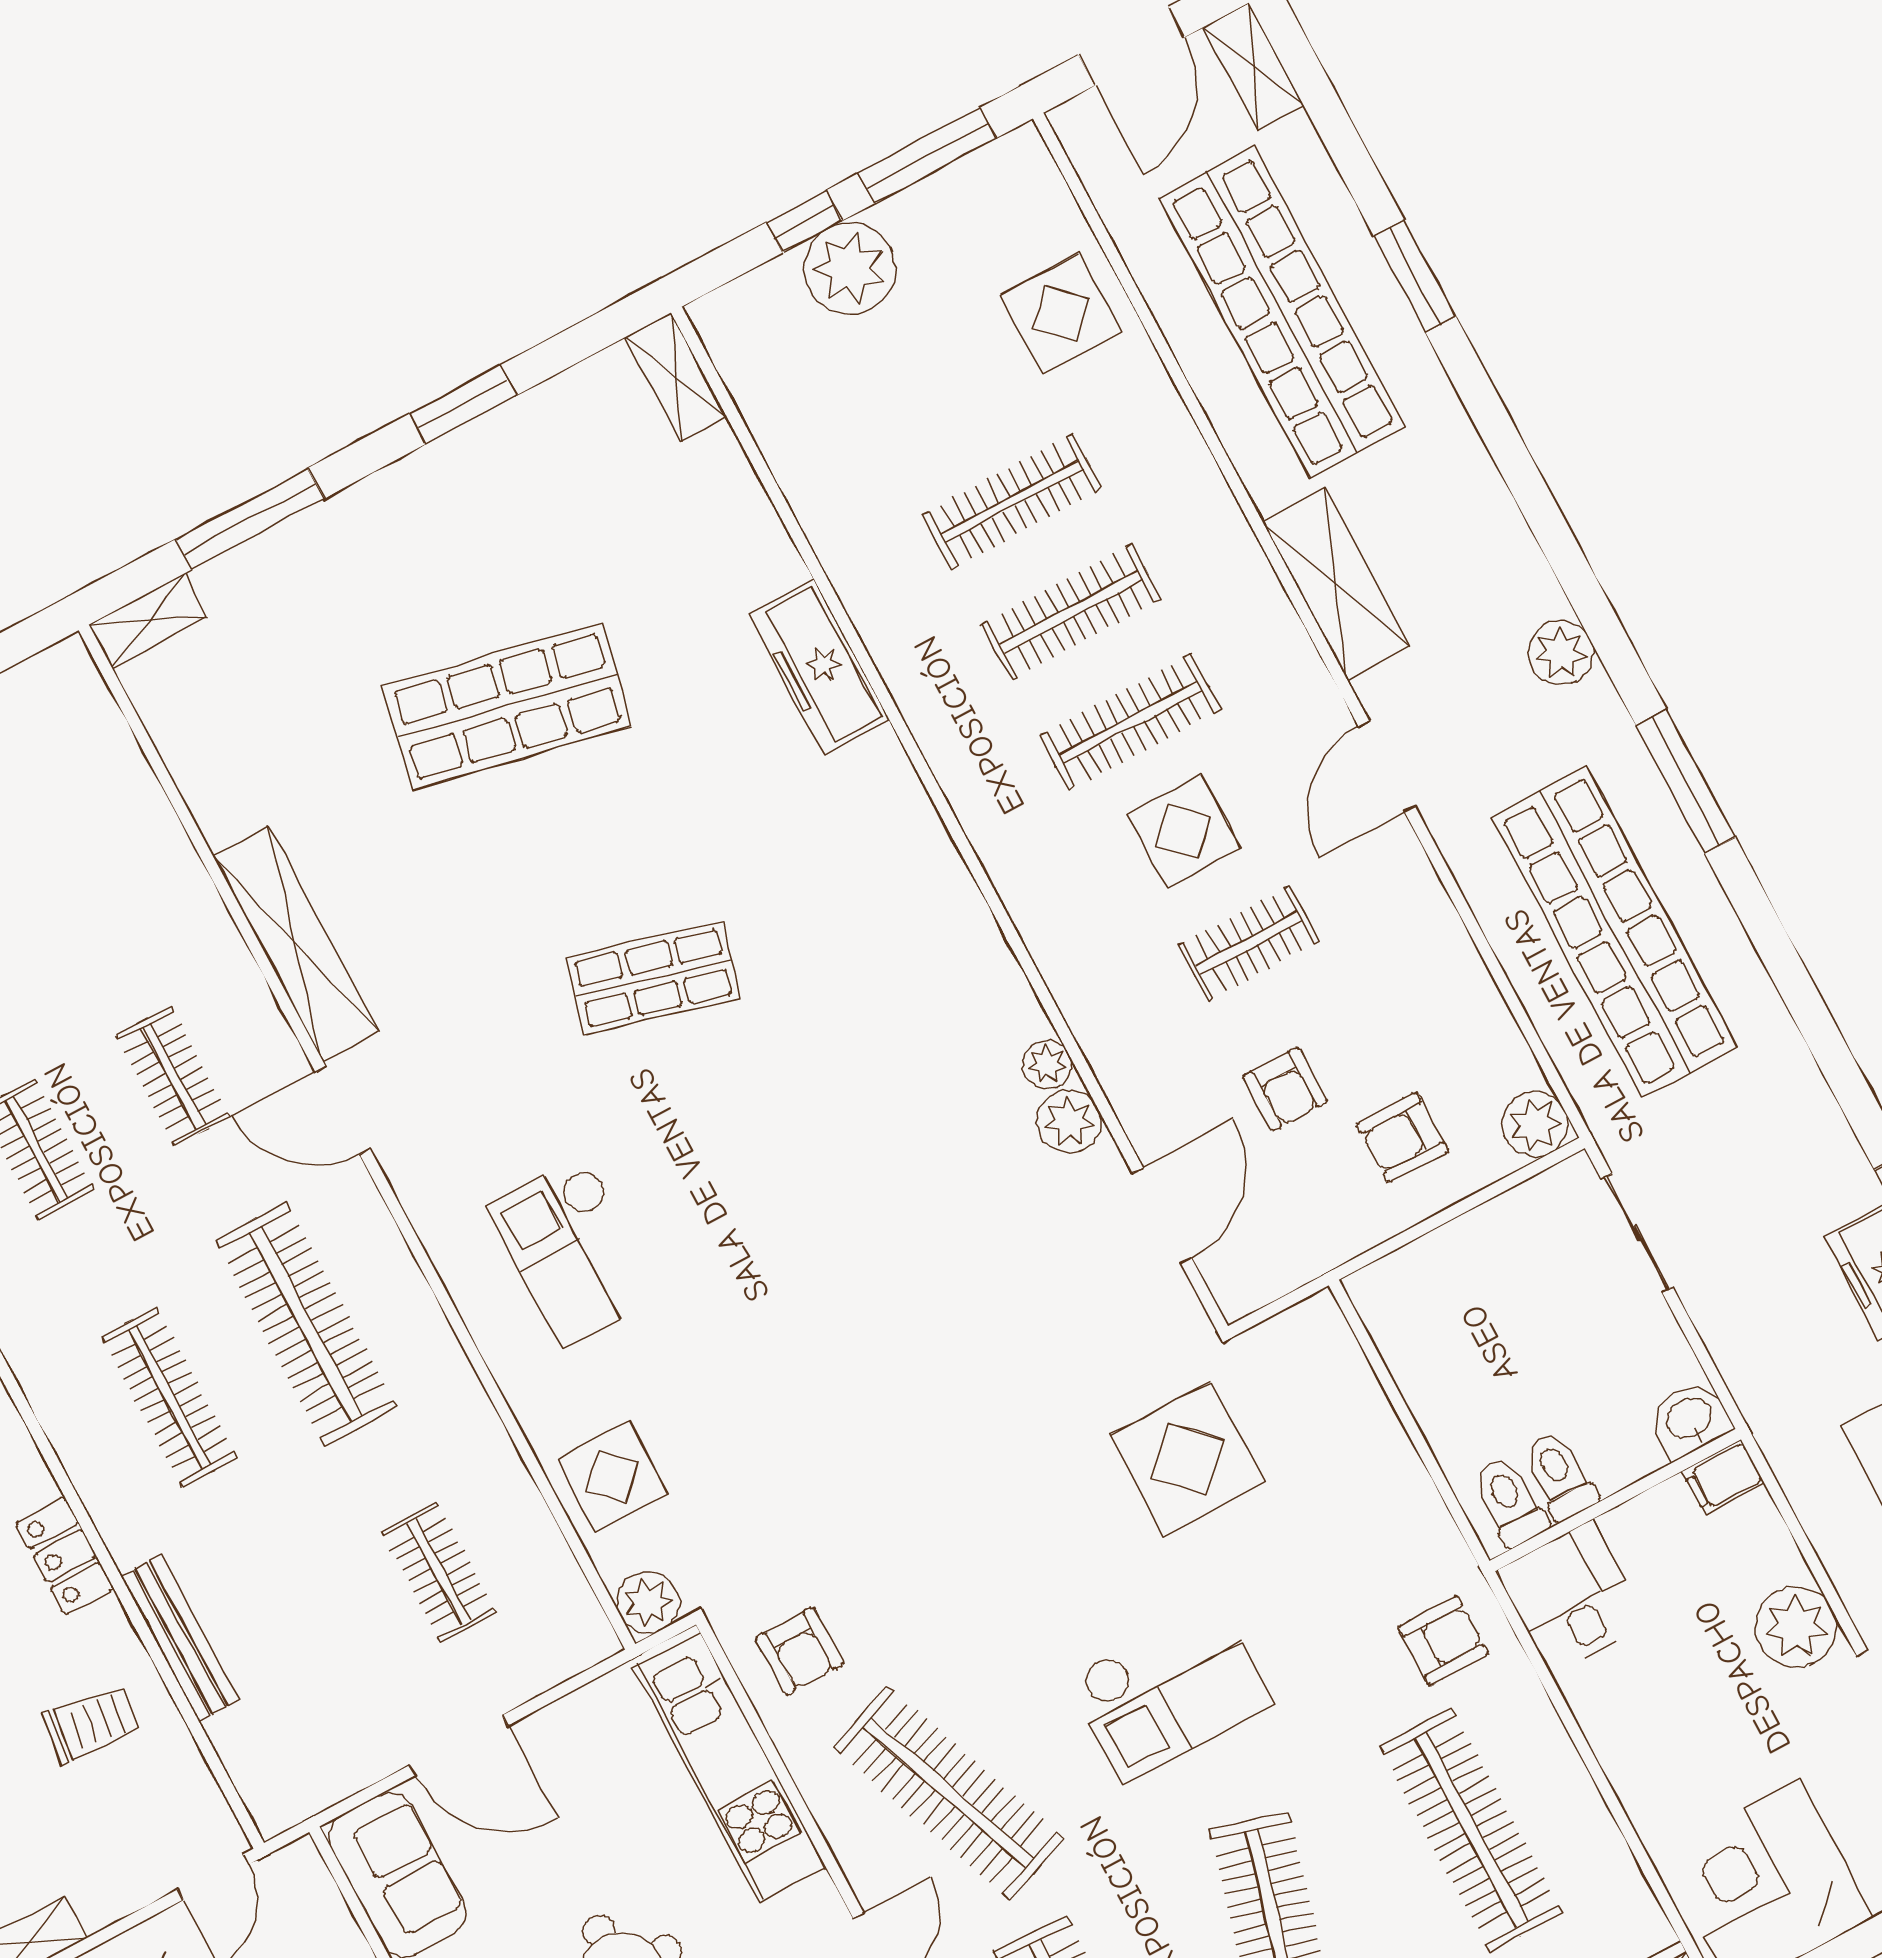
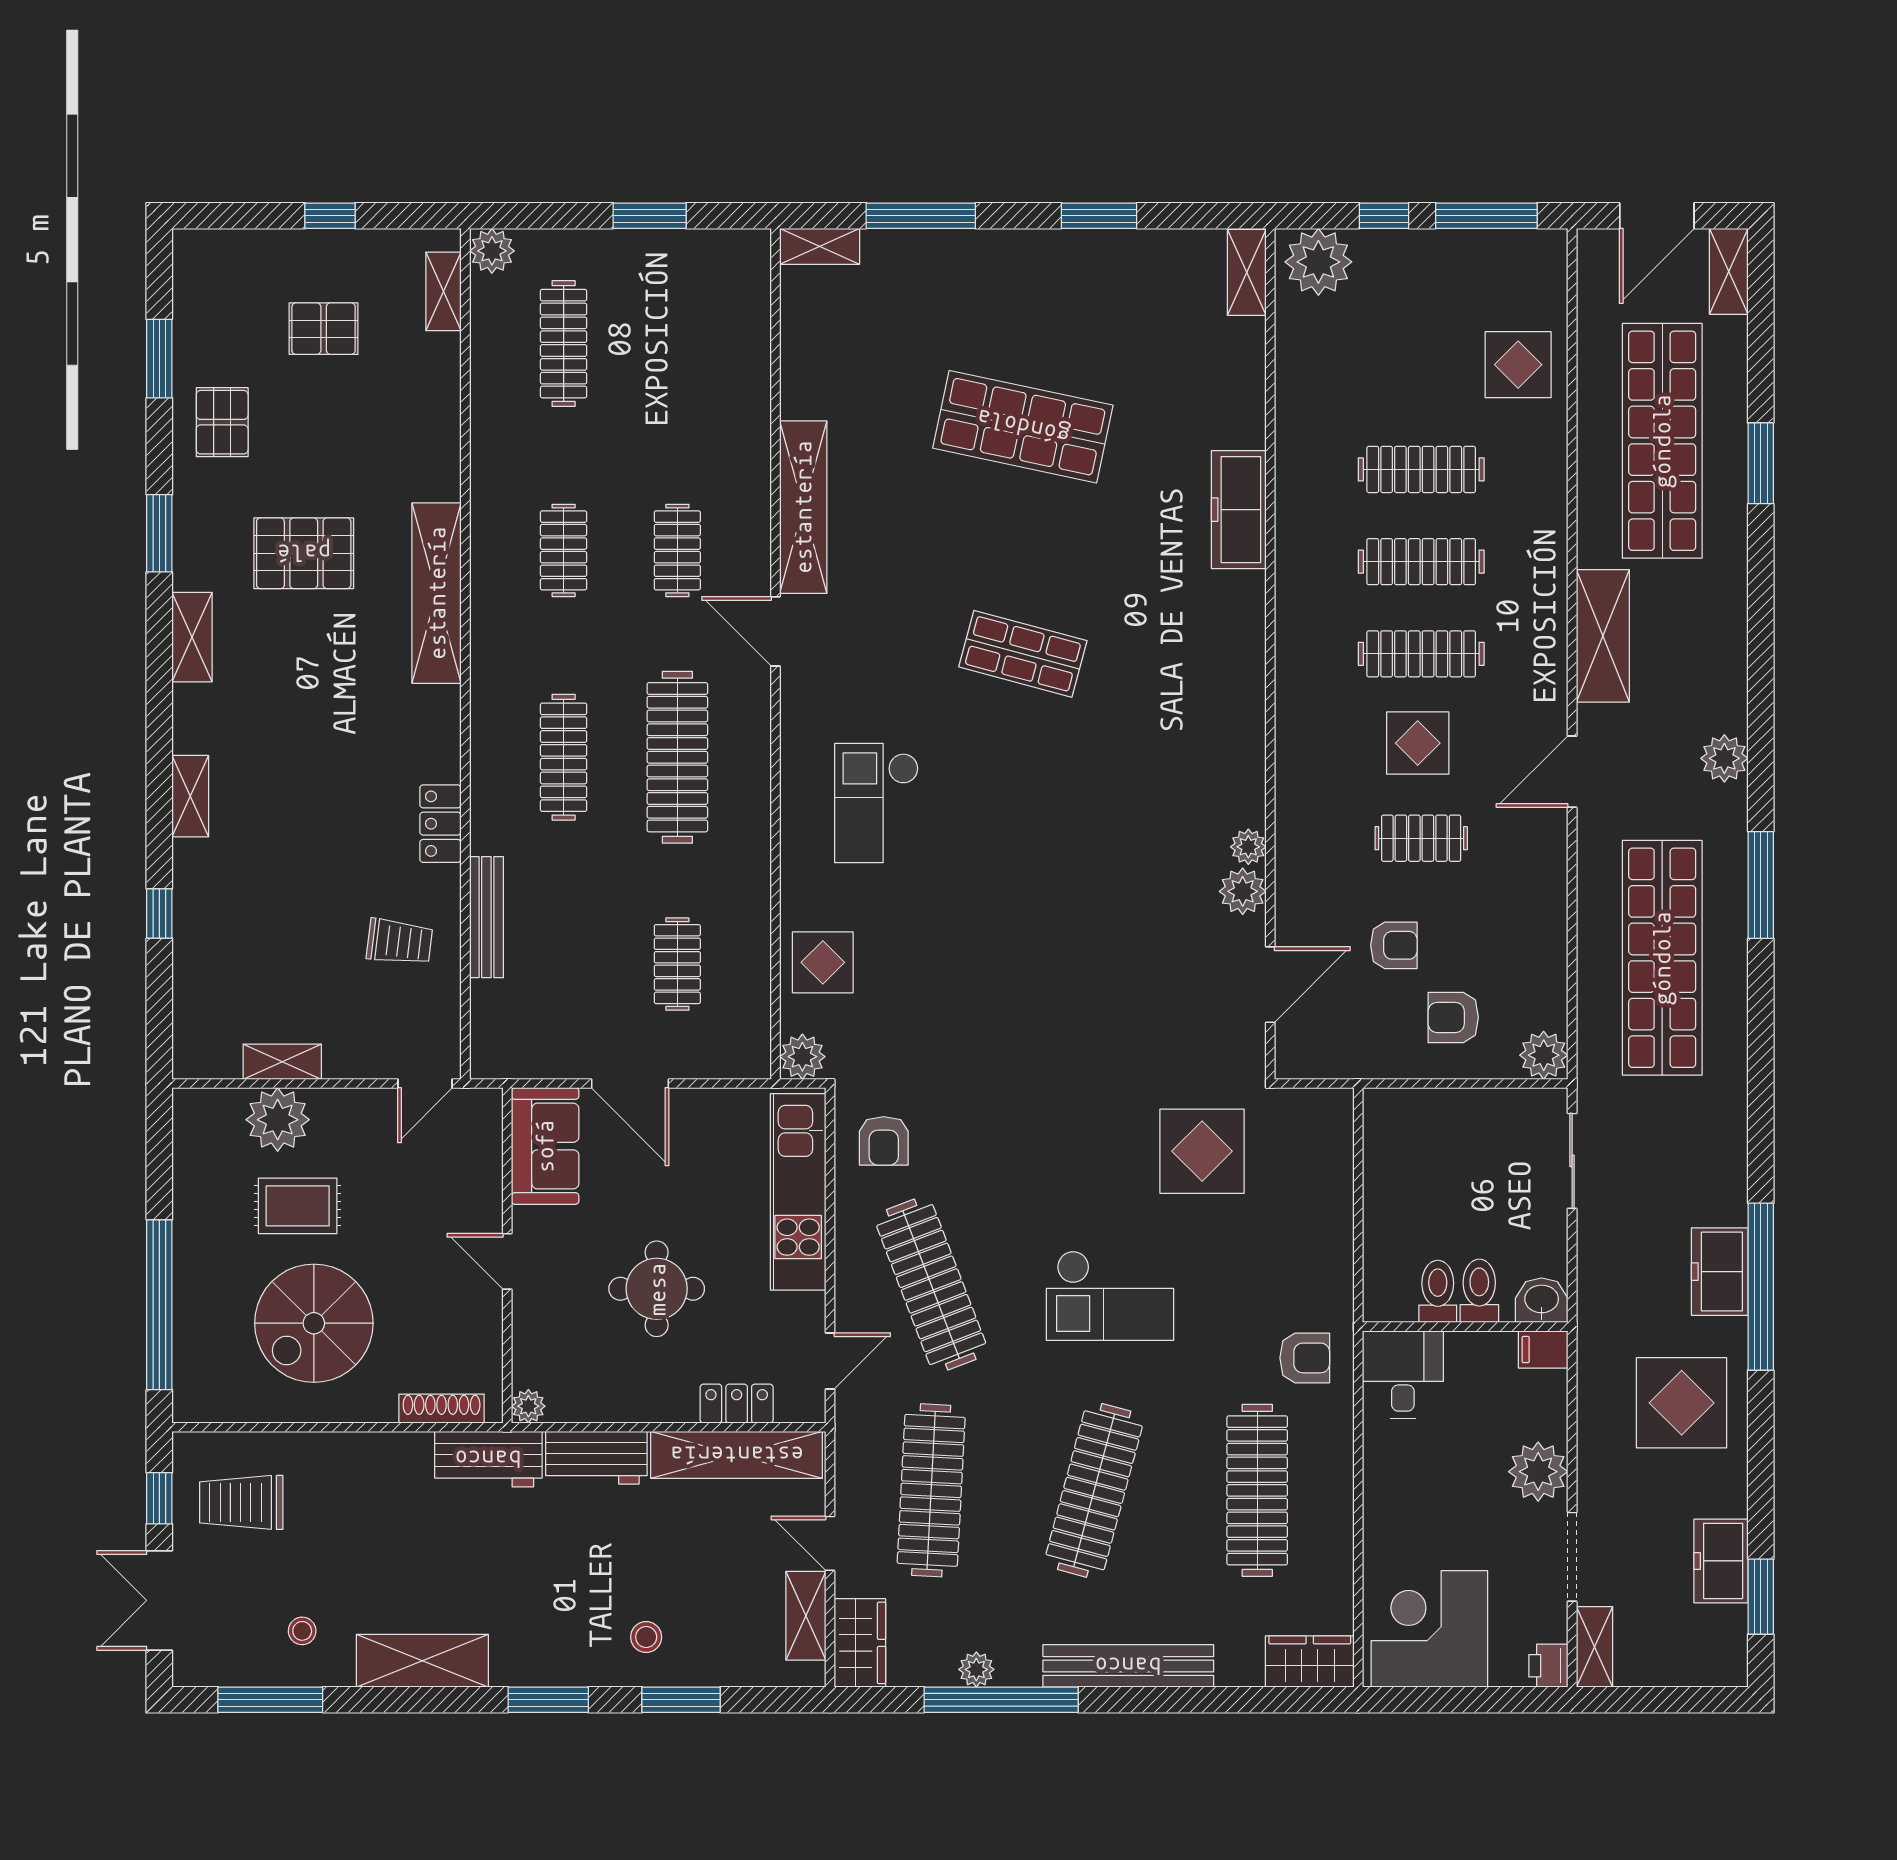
plant: (850, 268) -> (1318, 262), moved
armchair: (1285, 1089) -> (1394, 945), turned -90
toilet: (1510, 1501) -> (1479, 1291), moved

